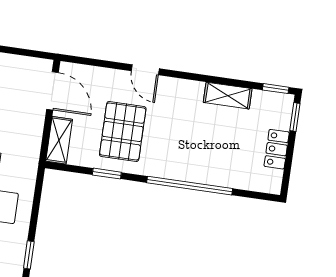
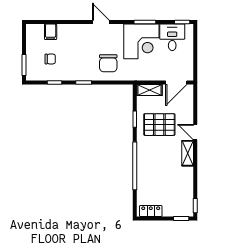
door: (145, 70) -> (195, 132), hinge flipped
shelving: (228, 96) -> (188, 153), moved
locker: (277, 149) -> (151, 211), moved

